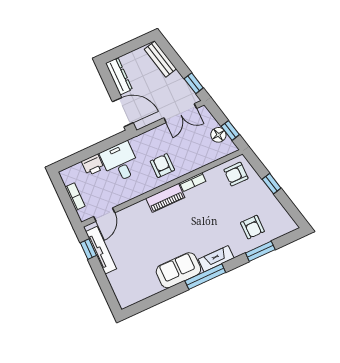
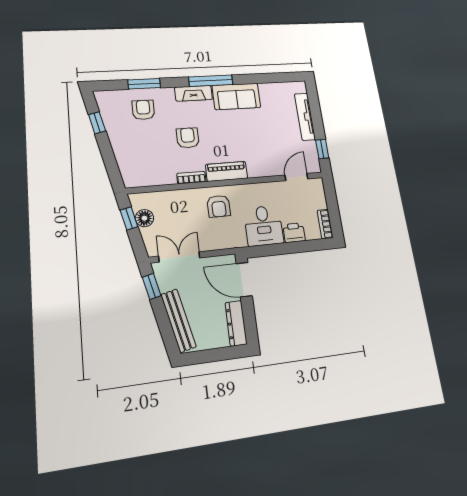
bench: (160, 59) -> (178, 320), width x1.36
armchair: (236, 174) -> (188, 138), moved, turned -90
window: (272, 184) -> (97, 123), moved
bookcase: (75, 197) -> (325, 224), moved
tv unit: (101, 250) -> (305, 117), moved

